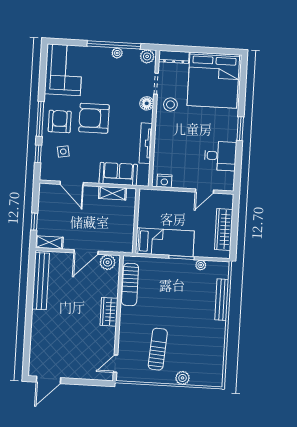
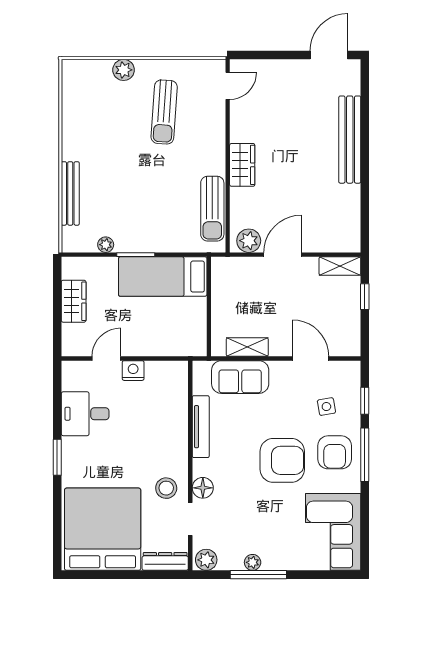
window: (114, 45) -> (258, 575), width x0.68
nightstand: (164, 181) -> (133, 371), moved
wardrobe: (224, 229) -> (74, 301), width x0.67
bench: (41, 281) -> (350, 140), moved
sun lounger: (130, 284) -> (212, 209), turned 180

